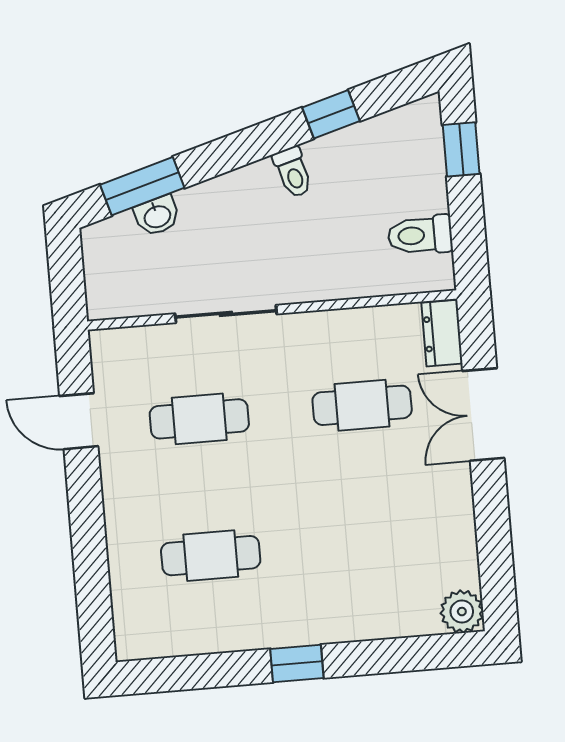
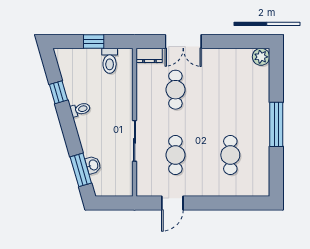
window: (461, 149) -> (94, 42), moved
window: (297, 664) -> (276, 124), width x2.17

